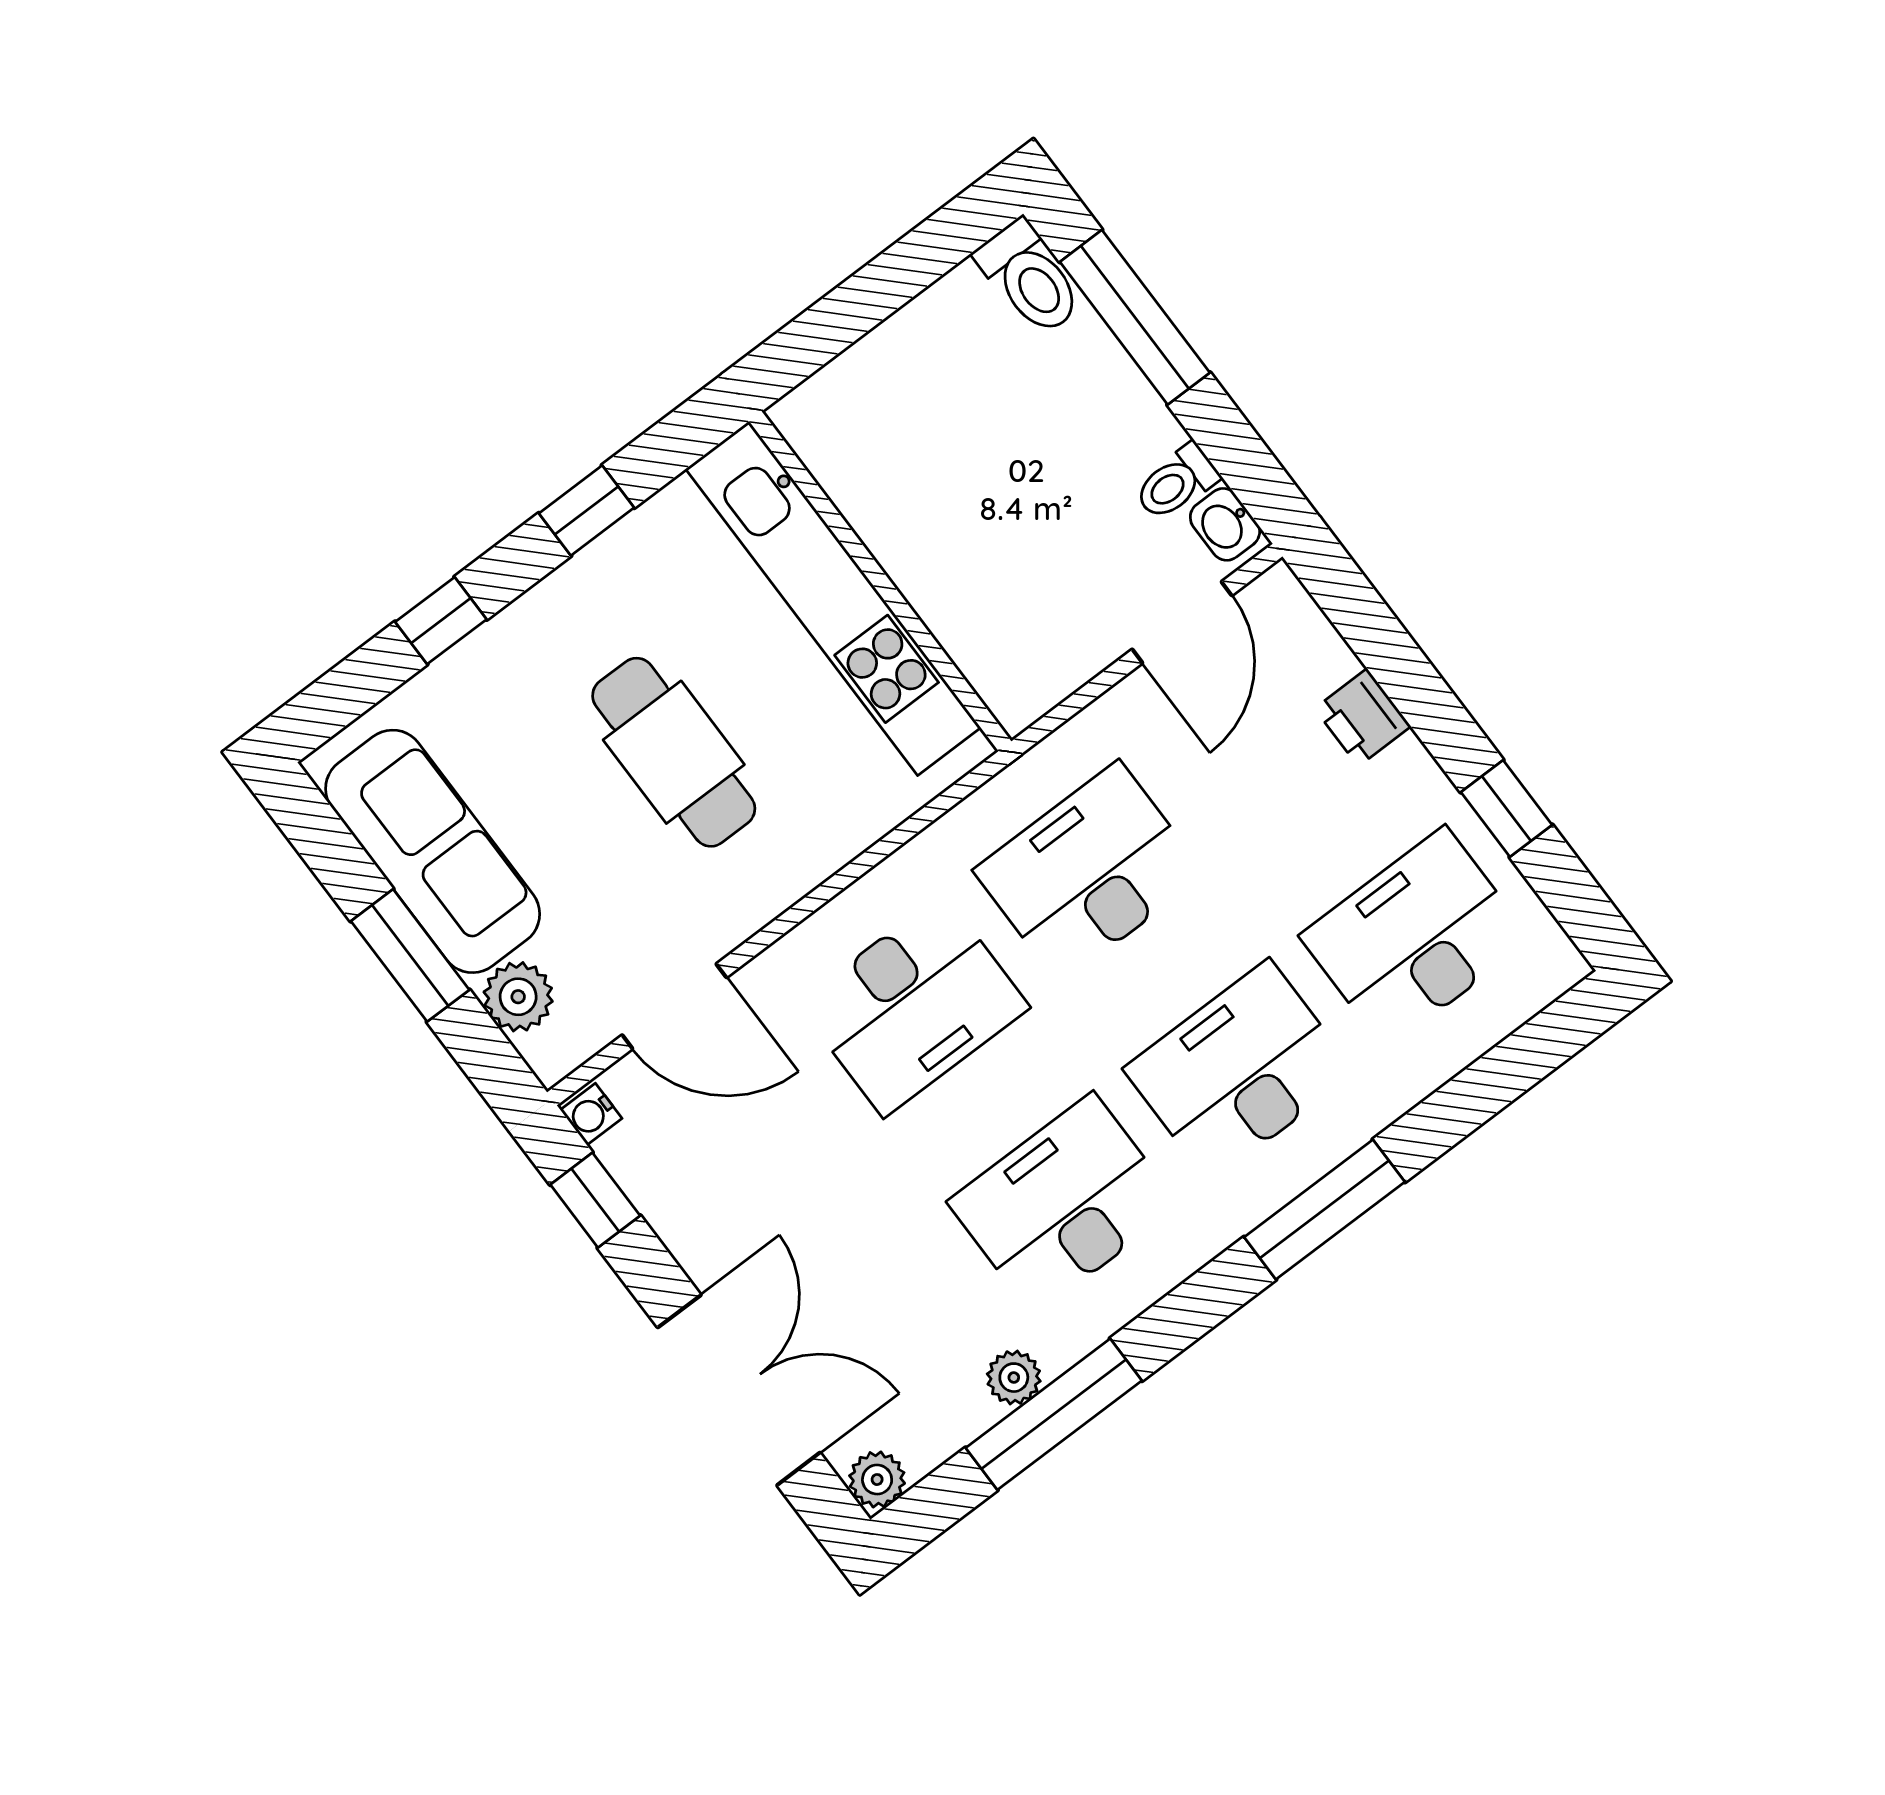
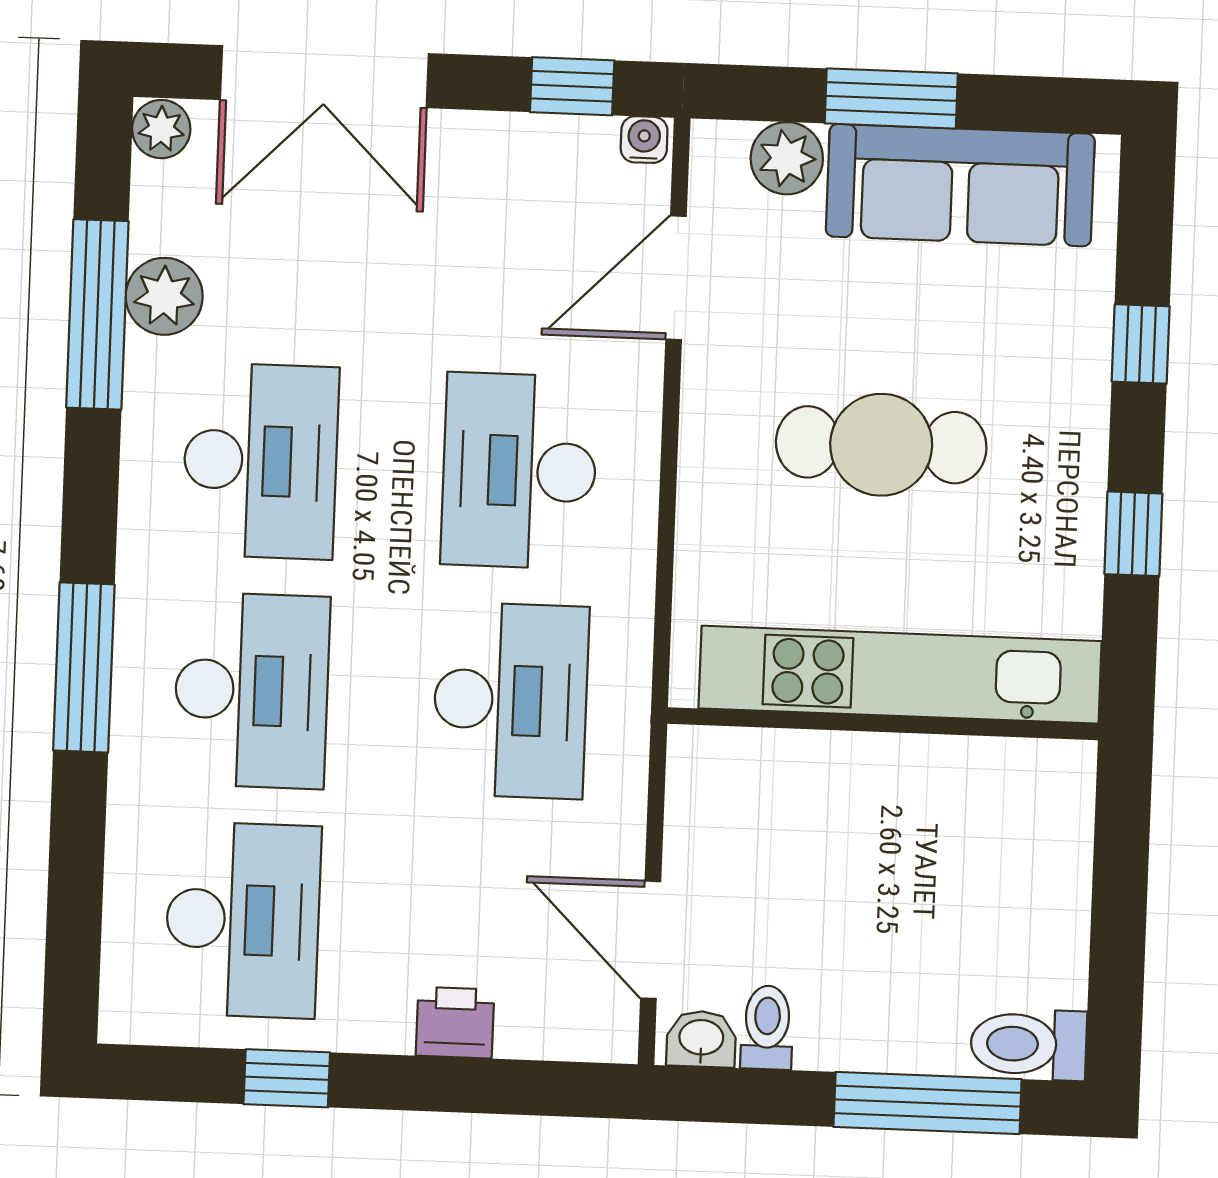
plant: (1014, 1378) -> (164, 296), width x1.38, depth x1.38

